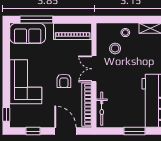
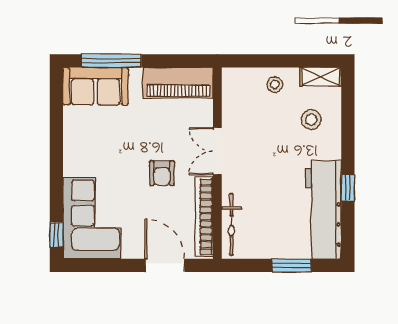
stool: (115, 48) -> (311, 120), moved
corner sofa: (26, 82) -> (92, 218), moved
window: (33, 131) -> (105, 265), removed

